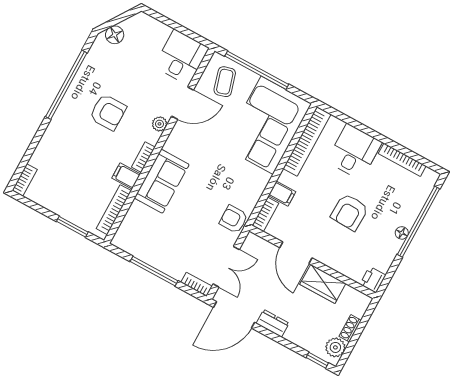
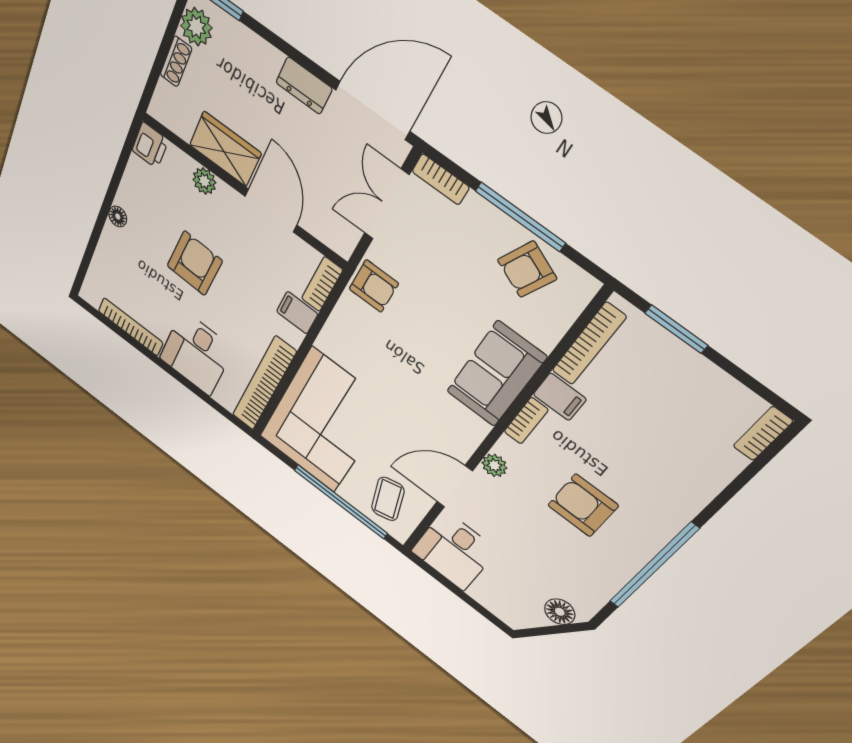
window: (418, 222) -> (97, 230), removed
armchair: (149, 244) -> (527, 269), added
plant: (338, 264) -> (204, 181), added

